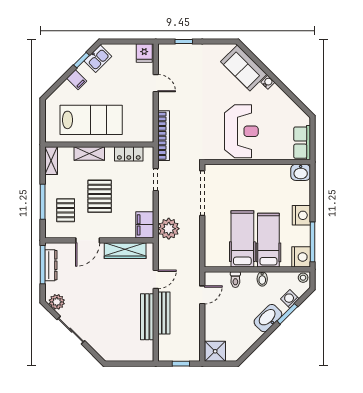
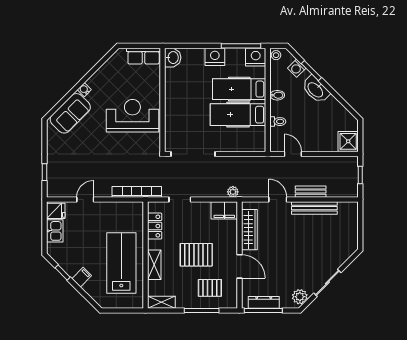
kitchen sink: (98, 59) -> (55, 231), moved, turned 45
plant: (169, 229) -> (233, 192), width x0.53, depth x0.53
bench: (164, 313) -> (311, 192), width x0.73

